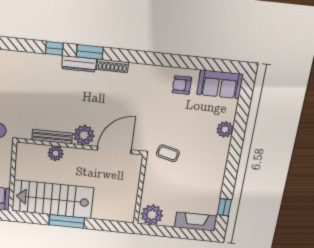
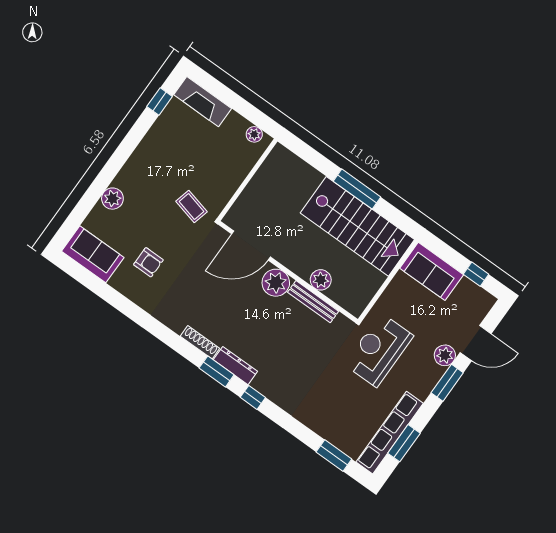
armchair: (182, 85) -> (148, 262), moved
plant: (152, 215) -> (254, 134), width x0.53, depth x0.53

